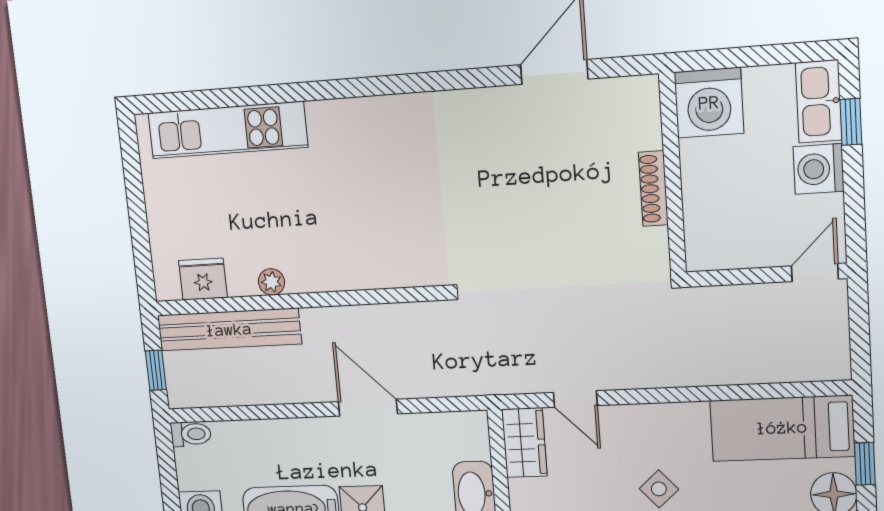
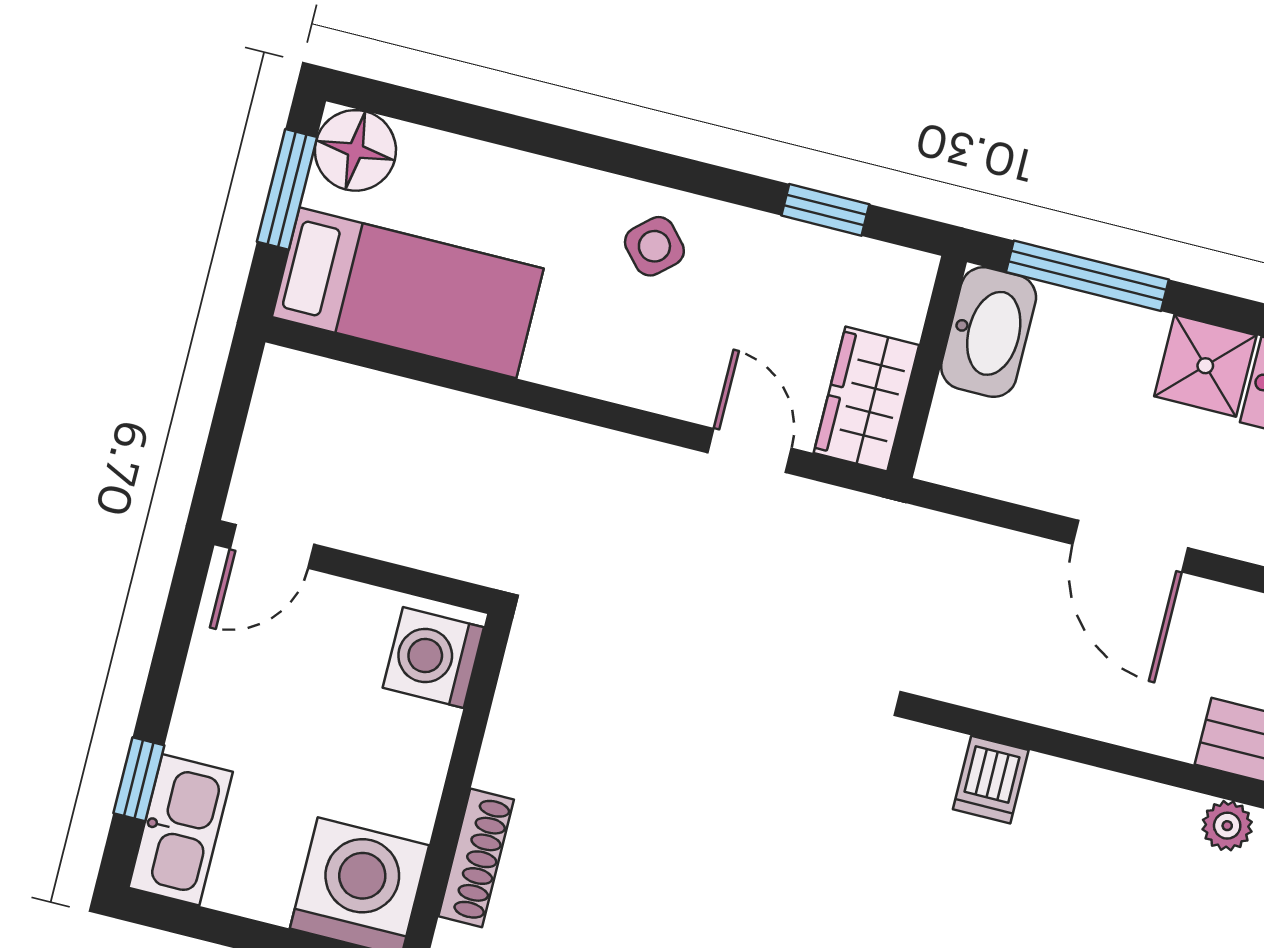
washing machine: (819, 169) -> (433, 658), moved, turned 180
shoe rack: (653, 189) -> (476, 858), moved
dishwasher: (396, 268) -> (991, 780), added
window: (865, 464) -> (287, 189), width x1.50

